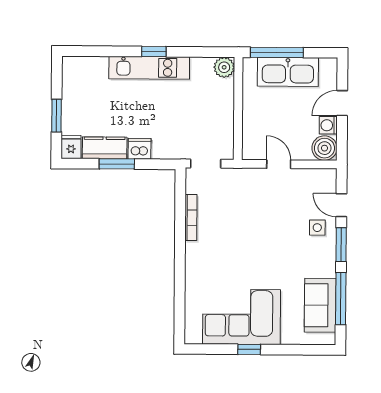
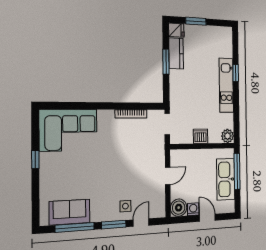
window: (154, 52) -> (236, 73), moved
dishwasher: (139, 149) -> (201, 136), moved, turned -90
corner sofa: (242, 317) -> (68, 130), moved, turned 90

